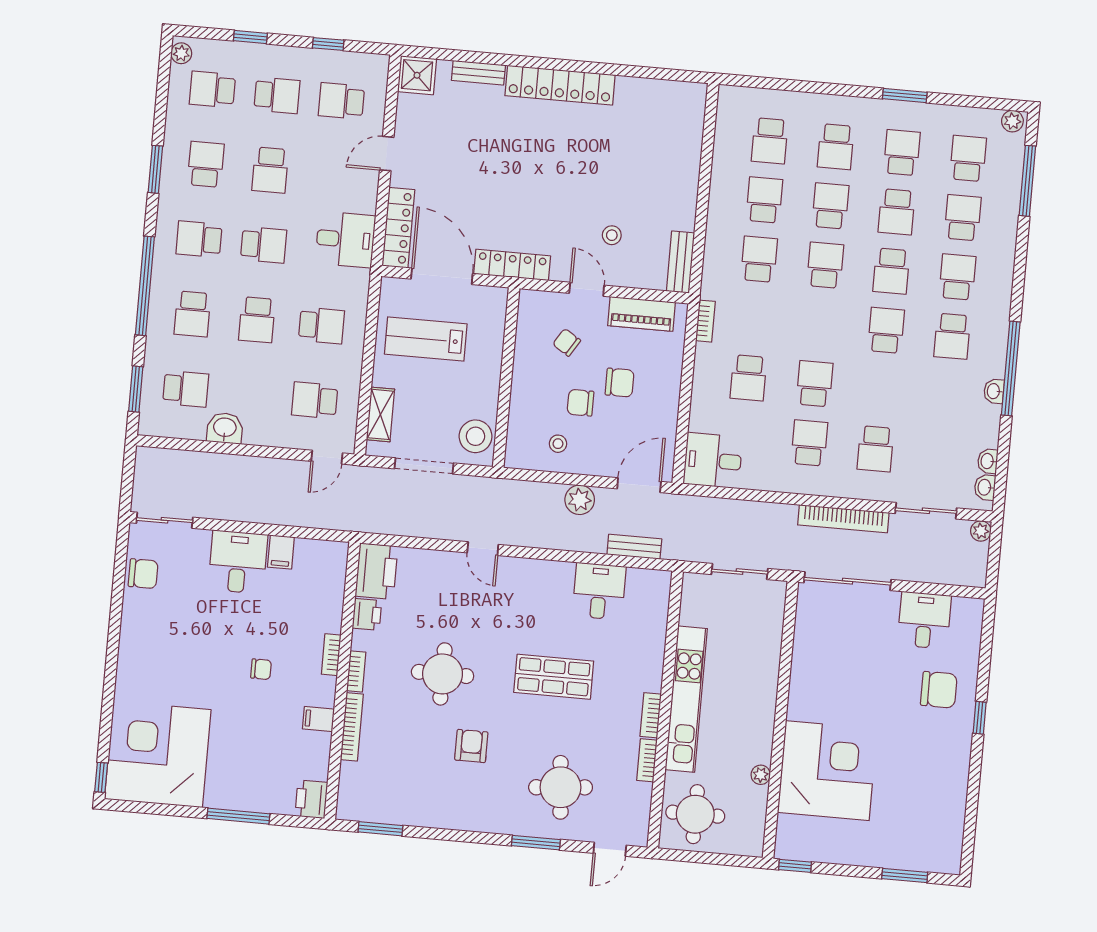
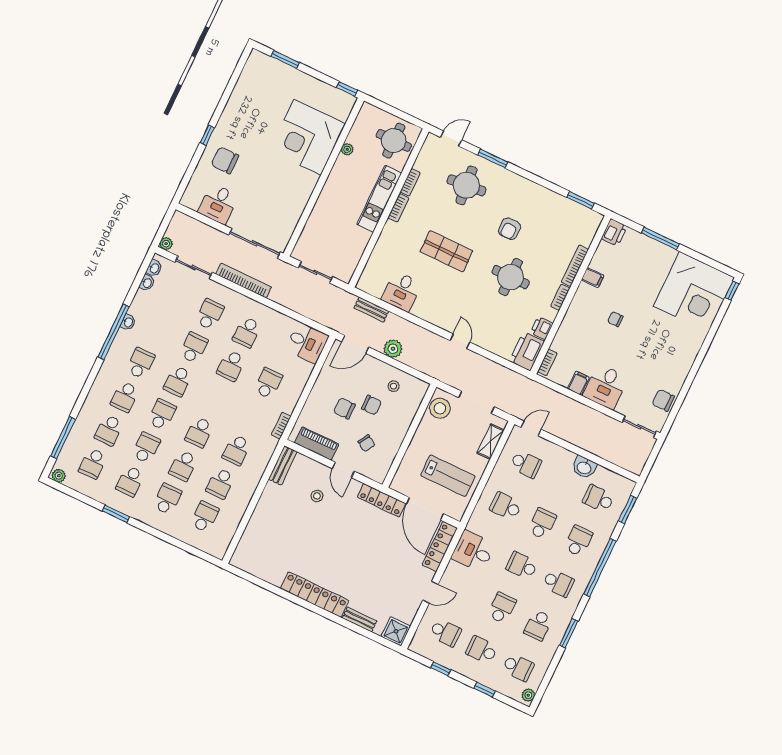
school desk: (881, 390) -> (194, 348), added
bookcase: (331, 655) -> (547, 362), moved
kitchen unit: (686, 699) -> (379, 199), width x0.73

